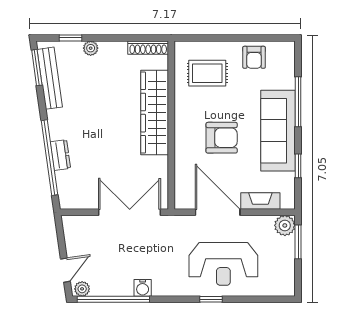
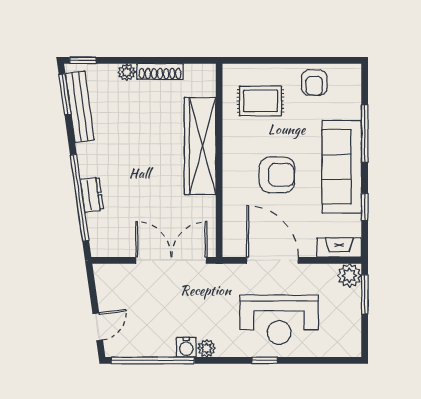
window: (70, 38) -> (83, 60), moved
shoe rack: (148, 48) -> (160, 72), moved
fireplace: (260, 201) -> (339, 248), moved
plant: (82, 289) -> (207, 348), moved

